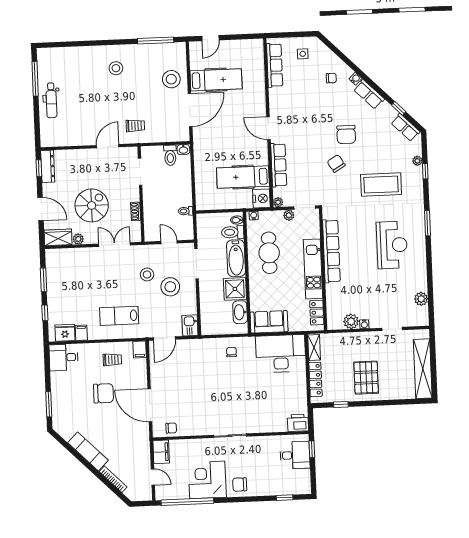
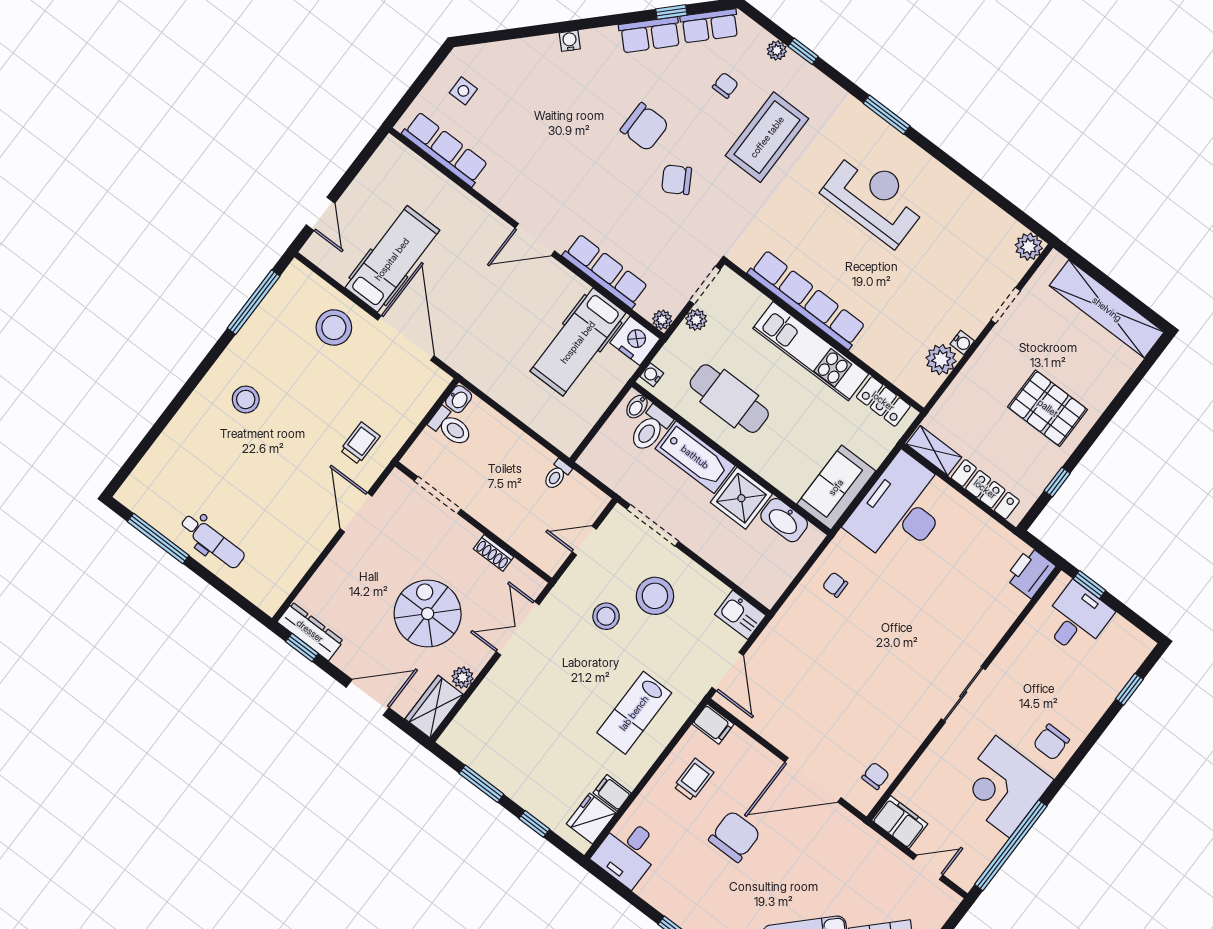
chair: (331, 78) -> (725, 85), moved
row of seats: (369, 94) -> (650, 35), moved
plant: (421, 299) -> (1029, 247), moved

